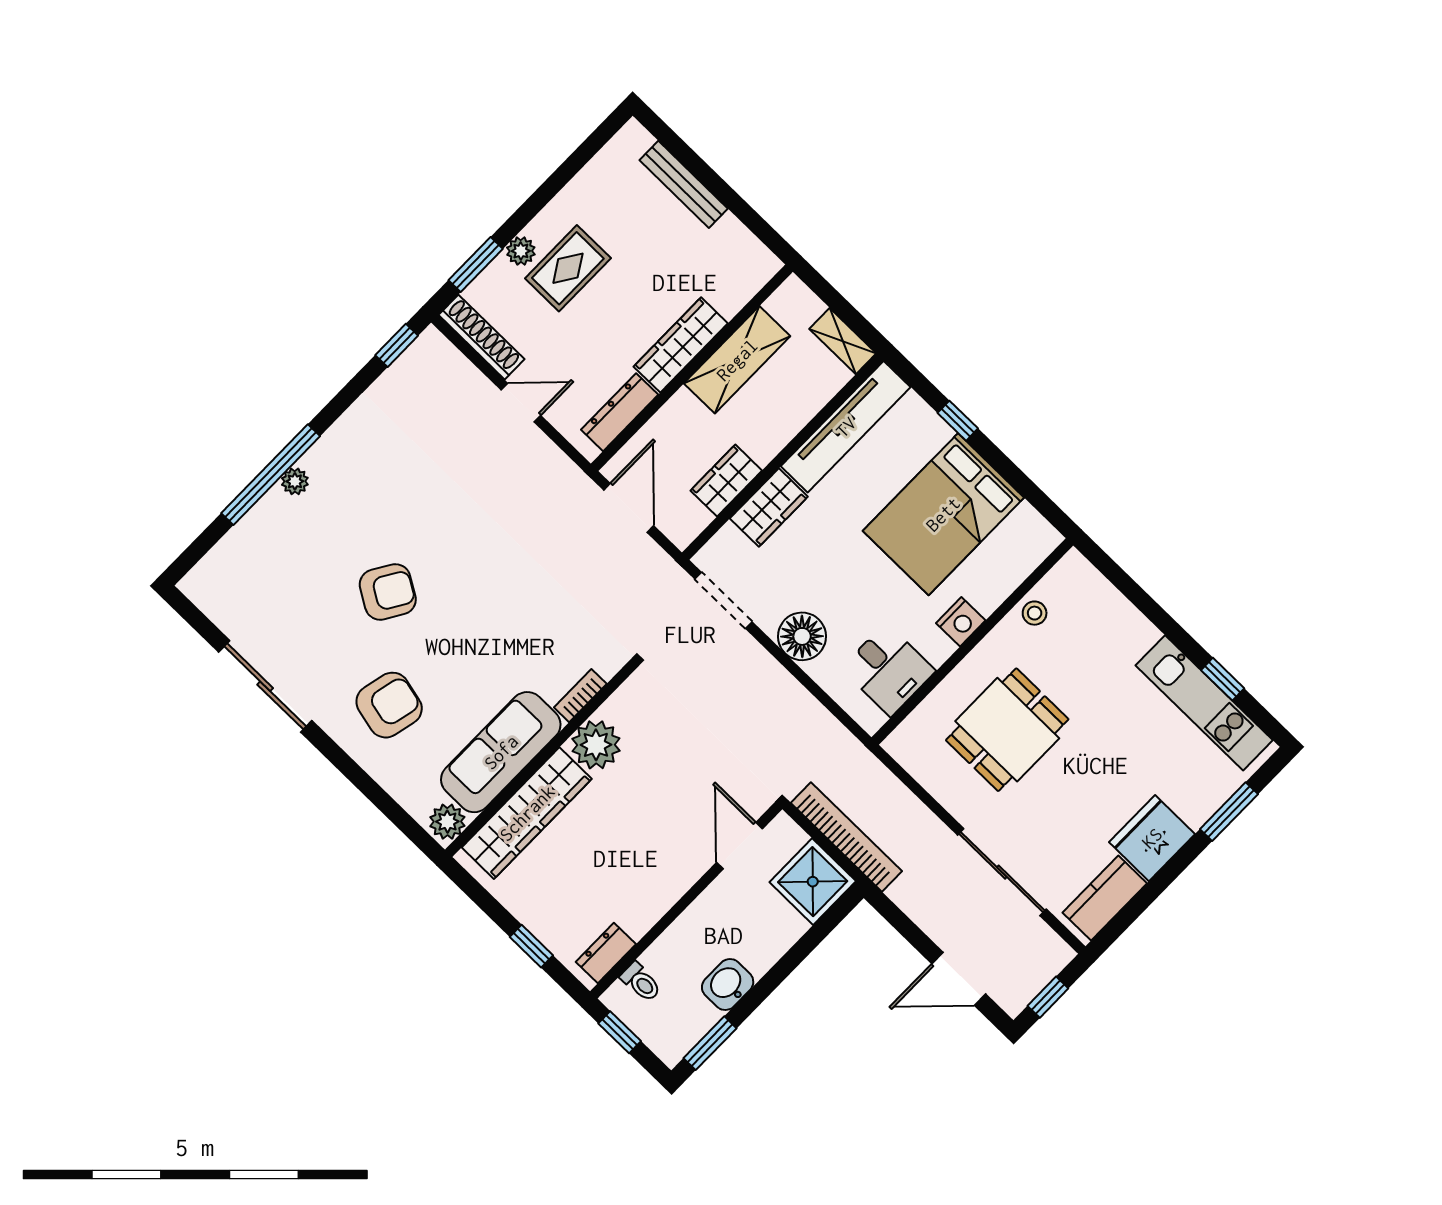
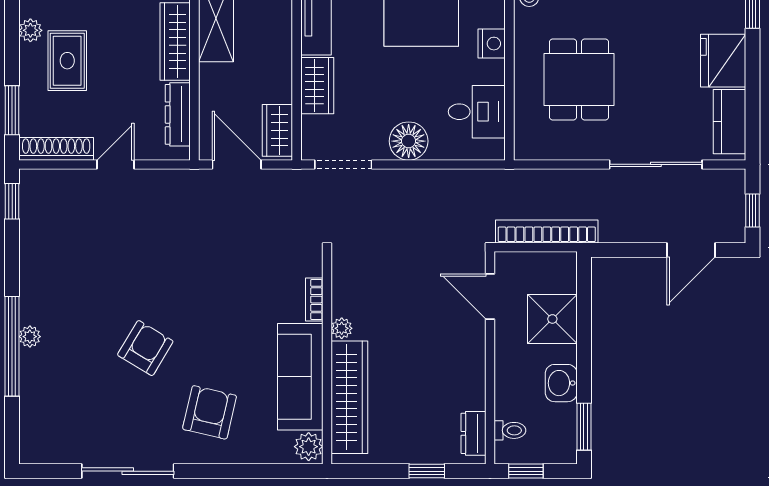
plant: (521, 251) -> (30, 30), moved
wardrobe: (726, 481) -> (277, 130), moved
plant: (596, 745) -> (342, 328), width x0.53, depth x0.53
shower: (813, 882) -> (552, 319), moved

